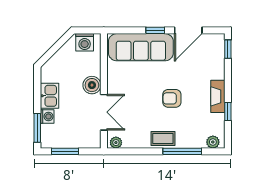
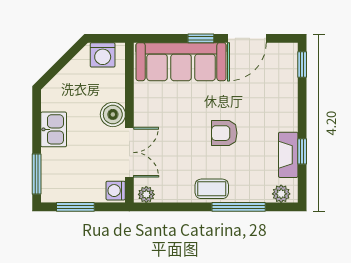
fireplace: (218, 96) -> (288, 155), moved
washing machine: (47, 116) -> (116, 191), moved, turned 180

